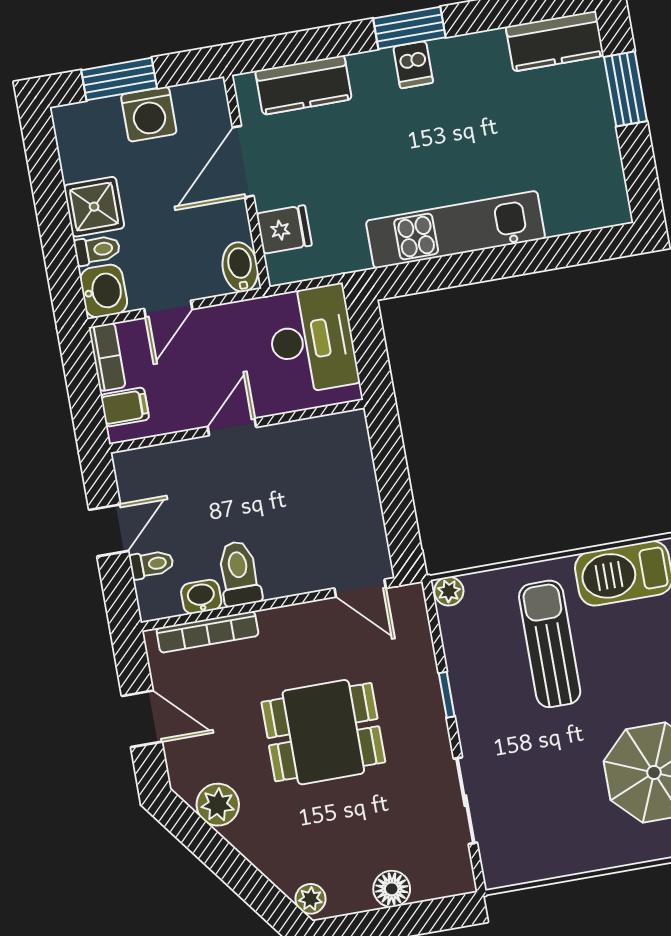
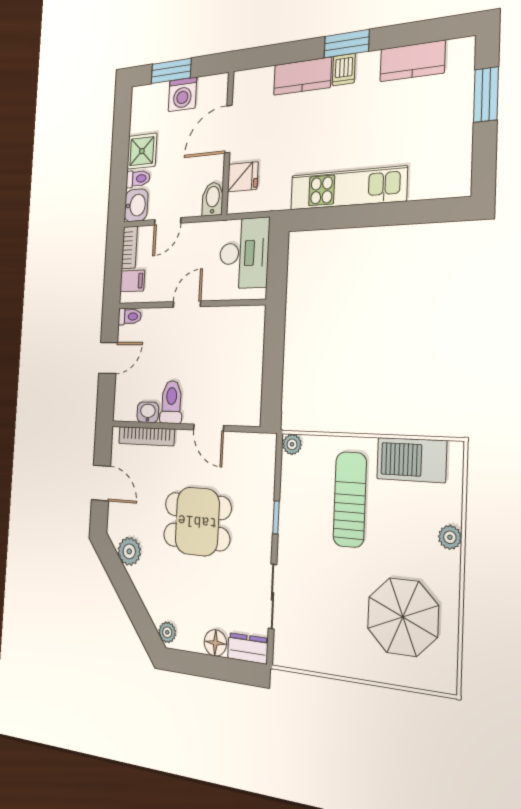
kitchen counter: (555, 41) -> (412, 61), moved
kitchen counter: (304, 85) -> (302, 76), moved
toilet: (152, 564) -> (130, 317), moved
door: (360, 588) -> (209, 428), moved
dresser: (444, 880) -> (248, 648), added

